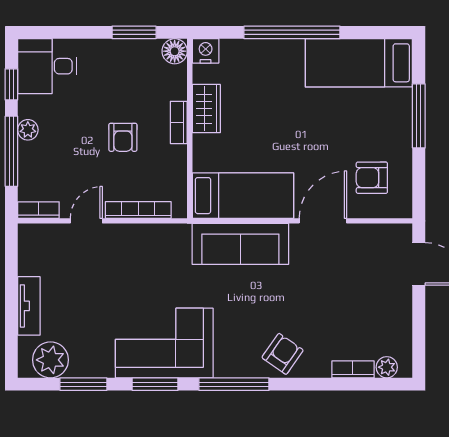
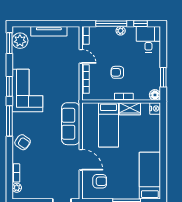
window: (292, 32) -> (163, 146), removed
armchair: (372, 178) -> (100, 181), turned 90
bed: (243, 196) -> (108, 125), moved
tv unit: (29, 306) -> (49, 31), width x1.41
window: (83, 384) -> (9, 43), moved

